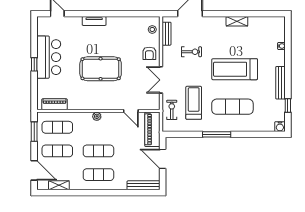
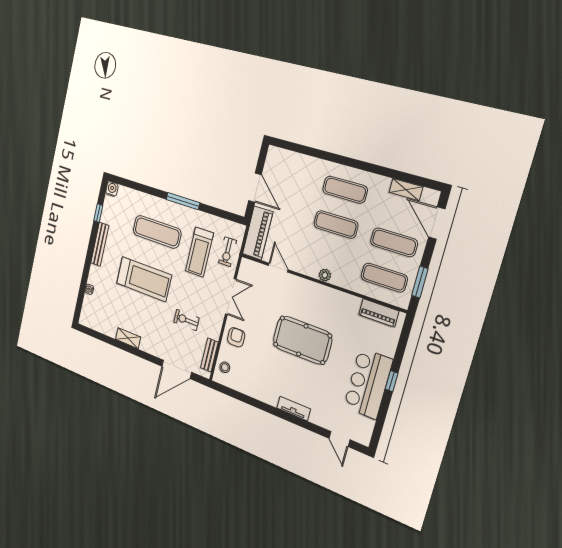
bench: (143, 185) -> (289, 157), removed

